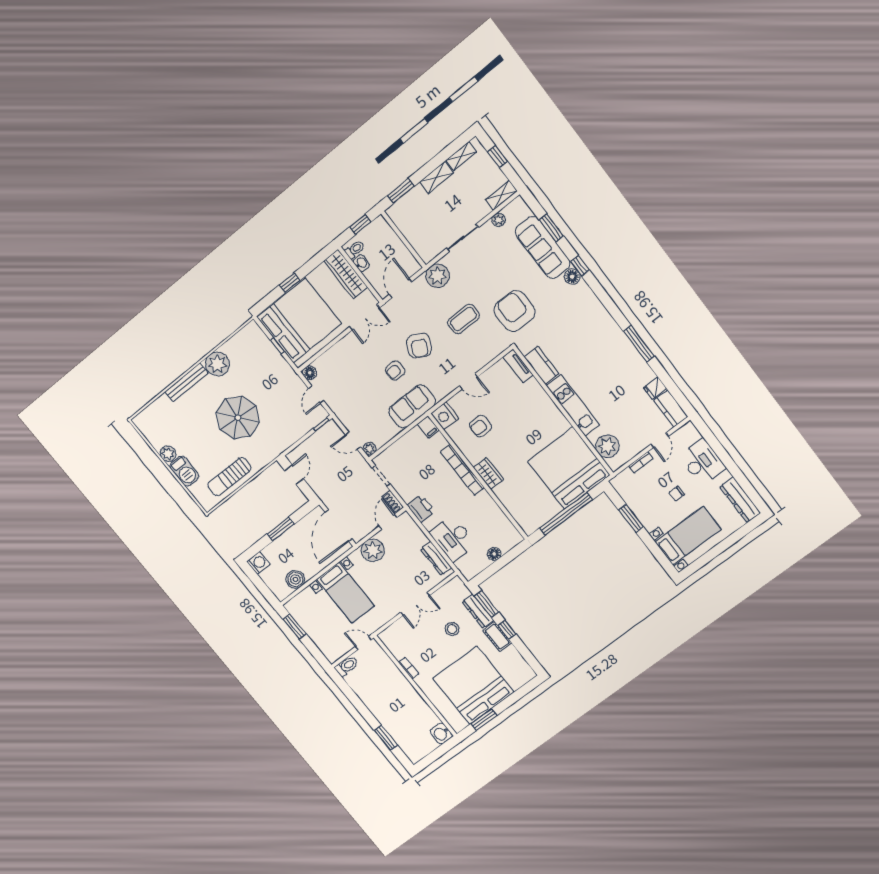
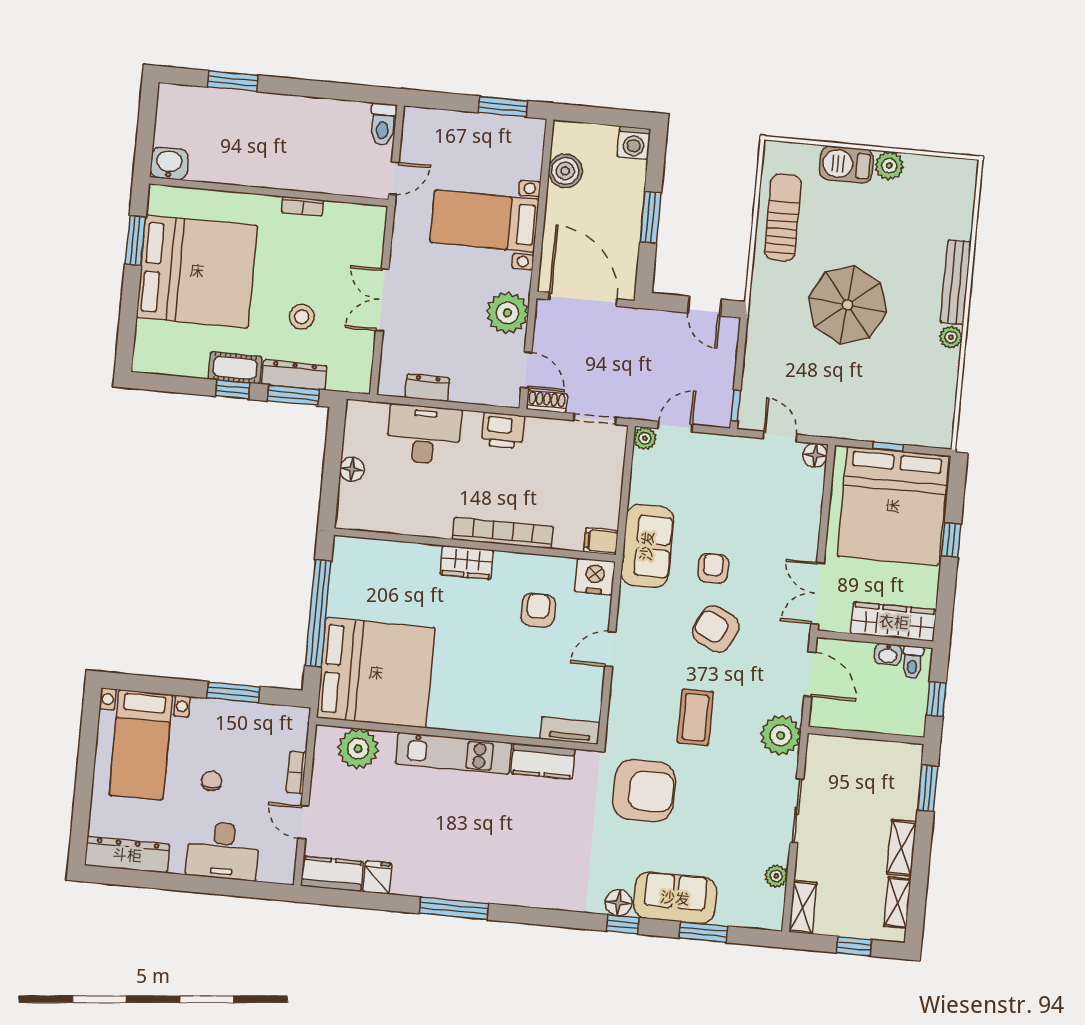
sofa: (543, 247) -> (675, 898), width x0.73
plant: (217, 364) -> (951, 337), width x0.53, depth x0.53
dresser: (436, 558) -> (427, 388), width x0.70

